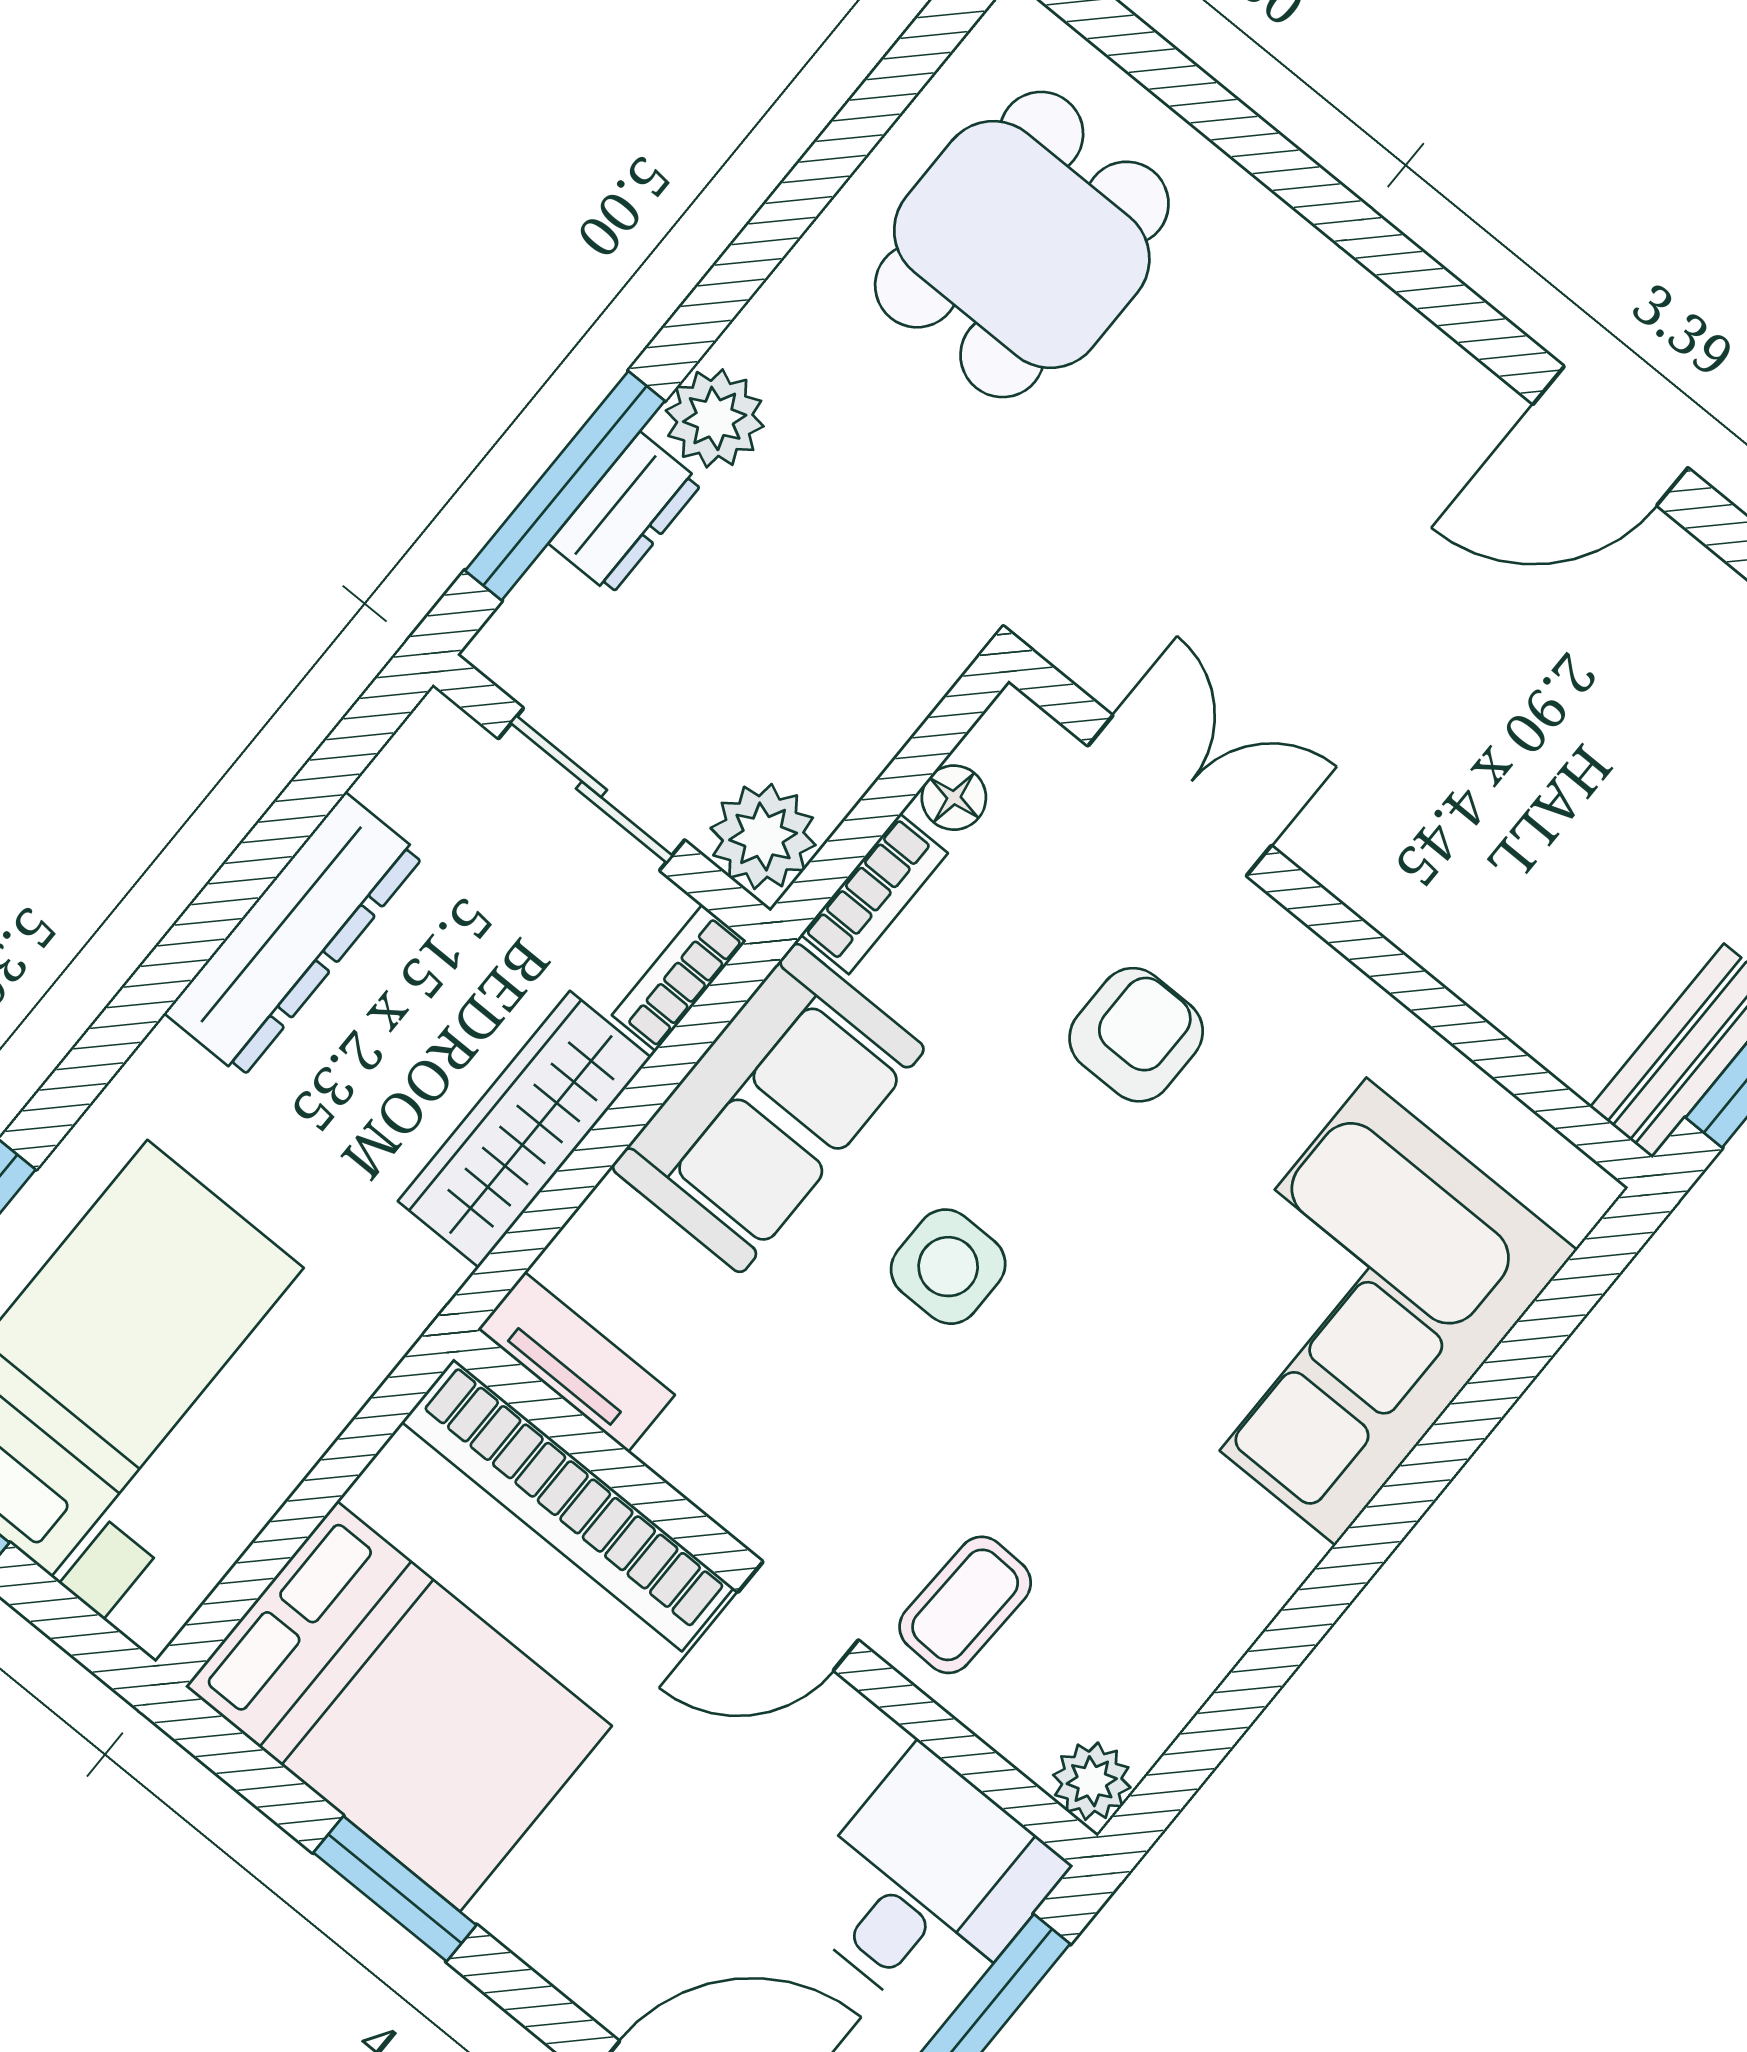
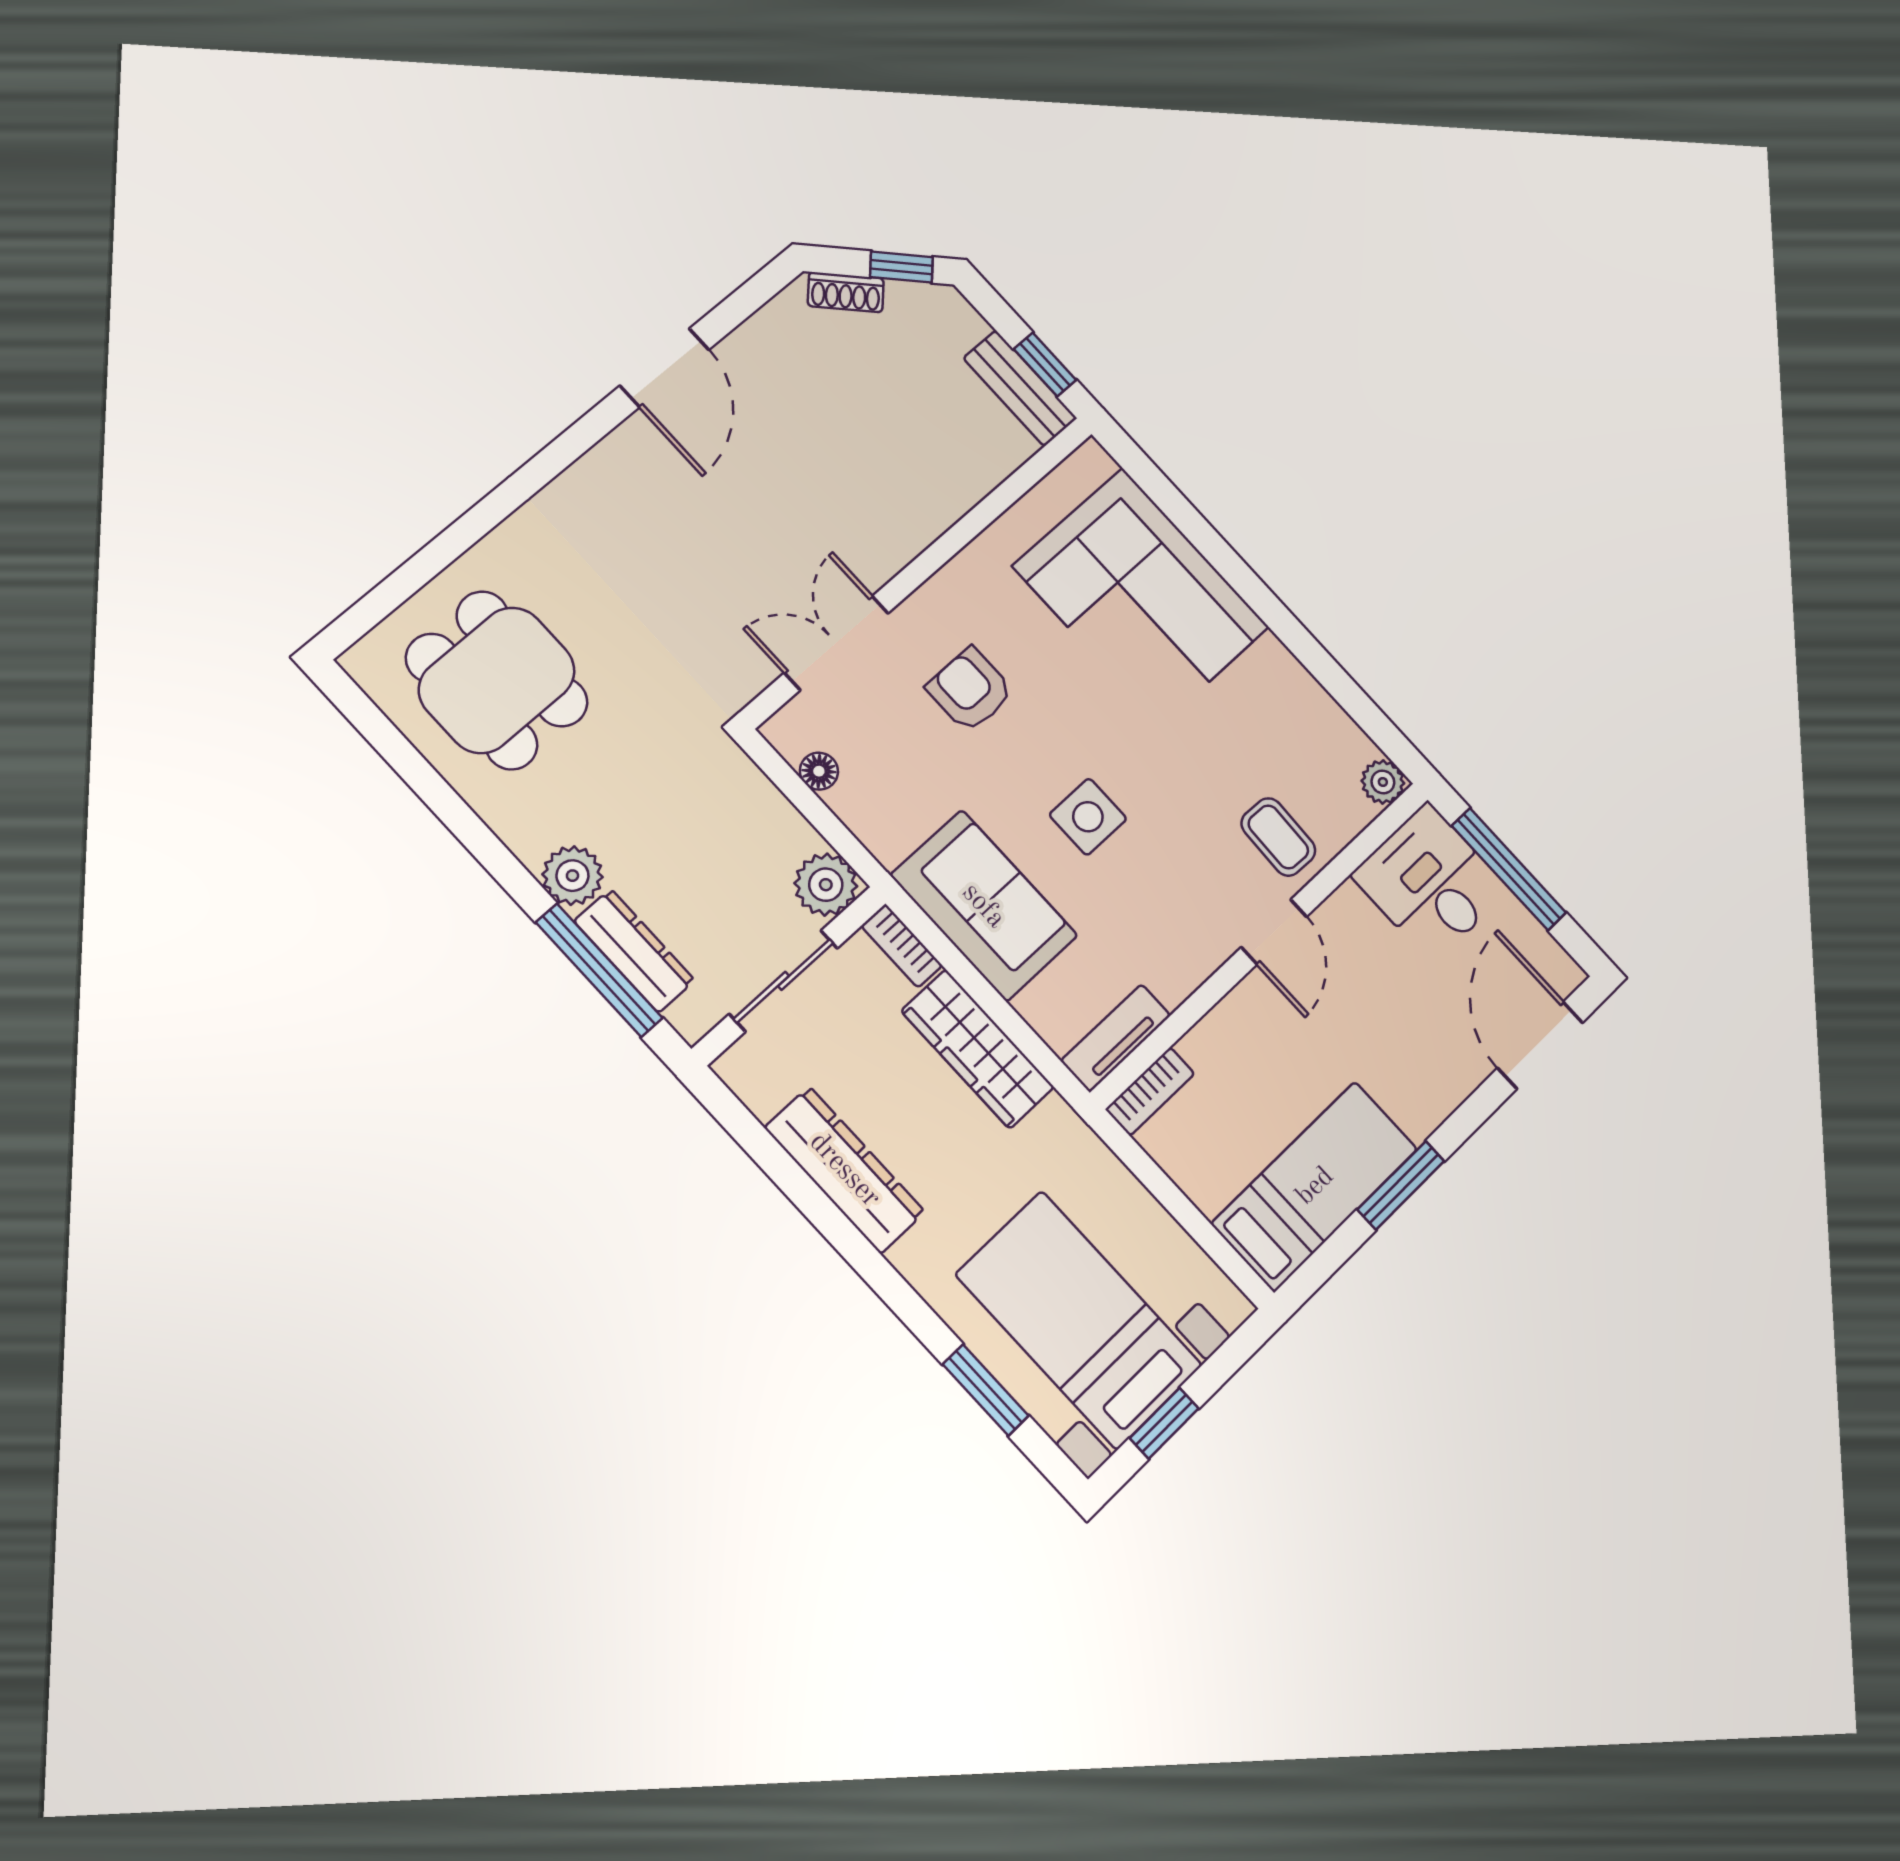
dresser: (626, 513) -> (634, 951), width x1.44
bookcase: (874, 894) -> (868, 826), removed
bookcase: (568, 1505) -> (1150, 1091), width x0.43, depth x0.76
bed: (399, 1706) -> (1315, 1186), width x0.67

